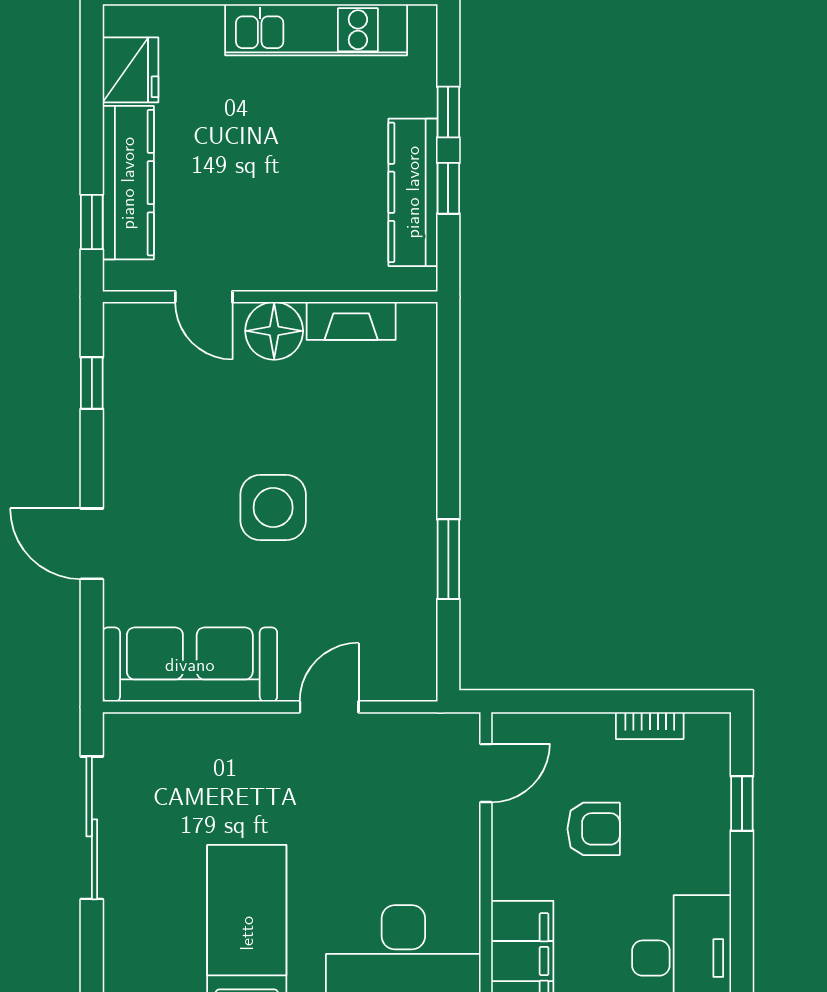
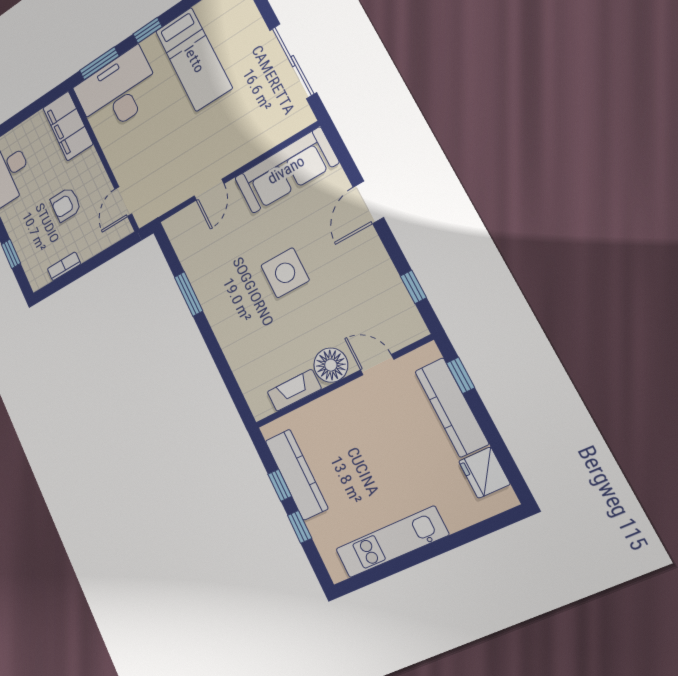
door: (92, 544) -> (368, 202), swing flipped

